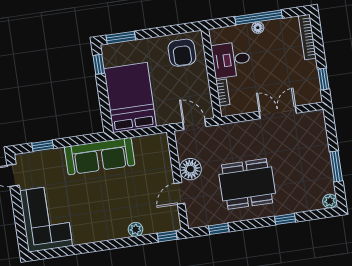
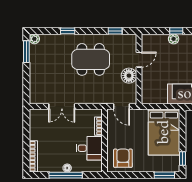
window: (323, 79) -> (26, 125), removed
window: (336, 166) -> (26, 52), moved
window: (167, 236) -> (176, 31), moved

